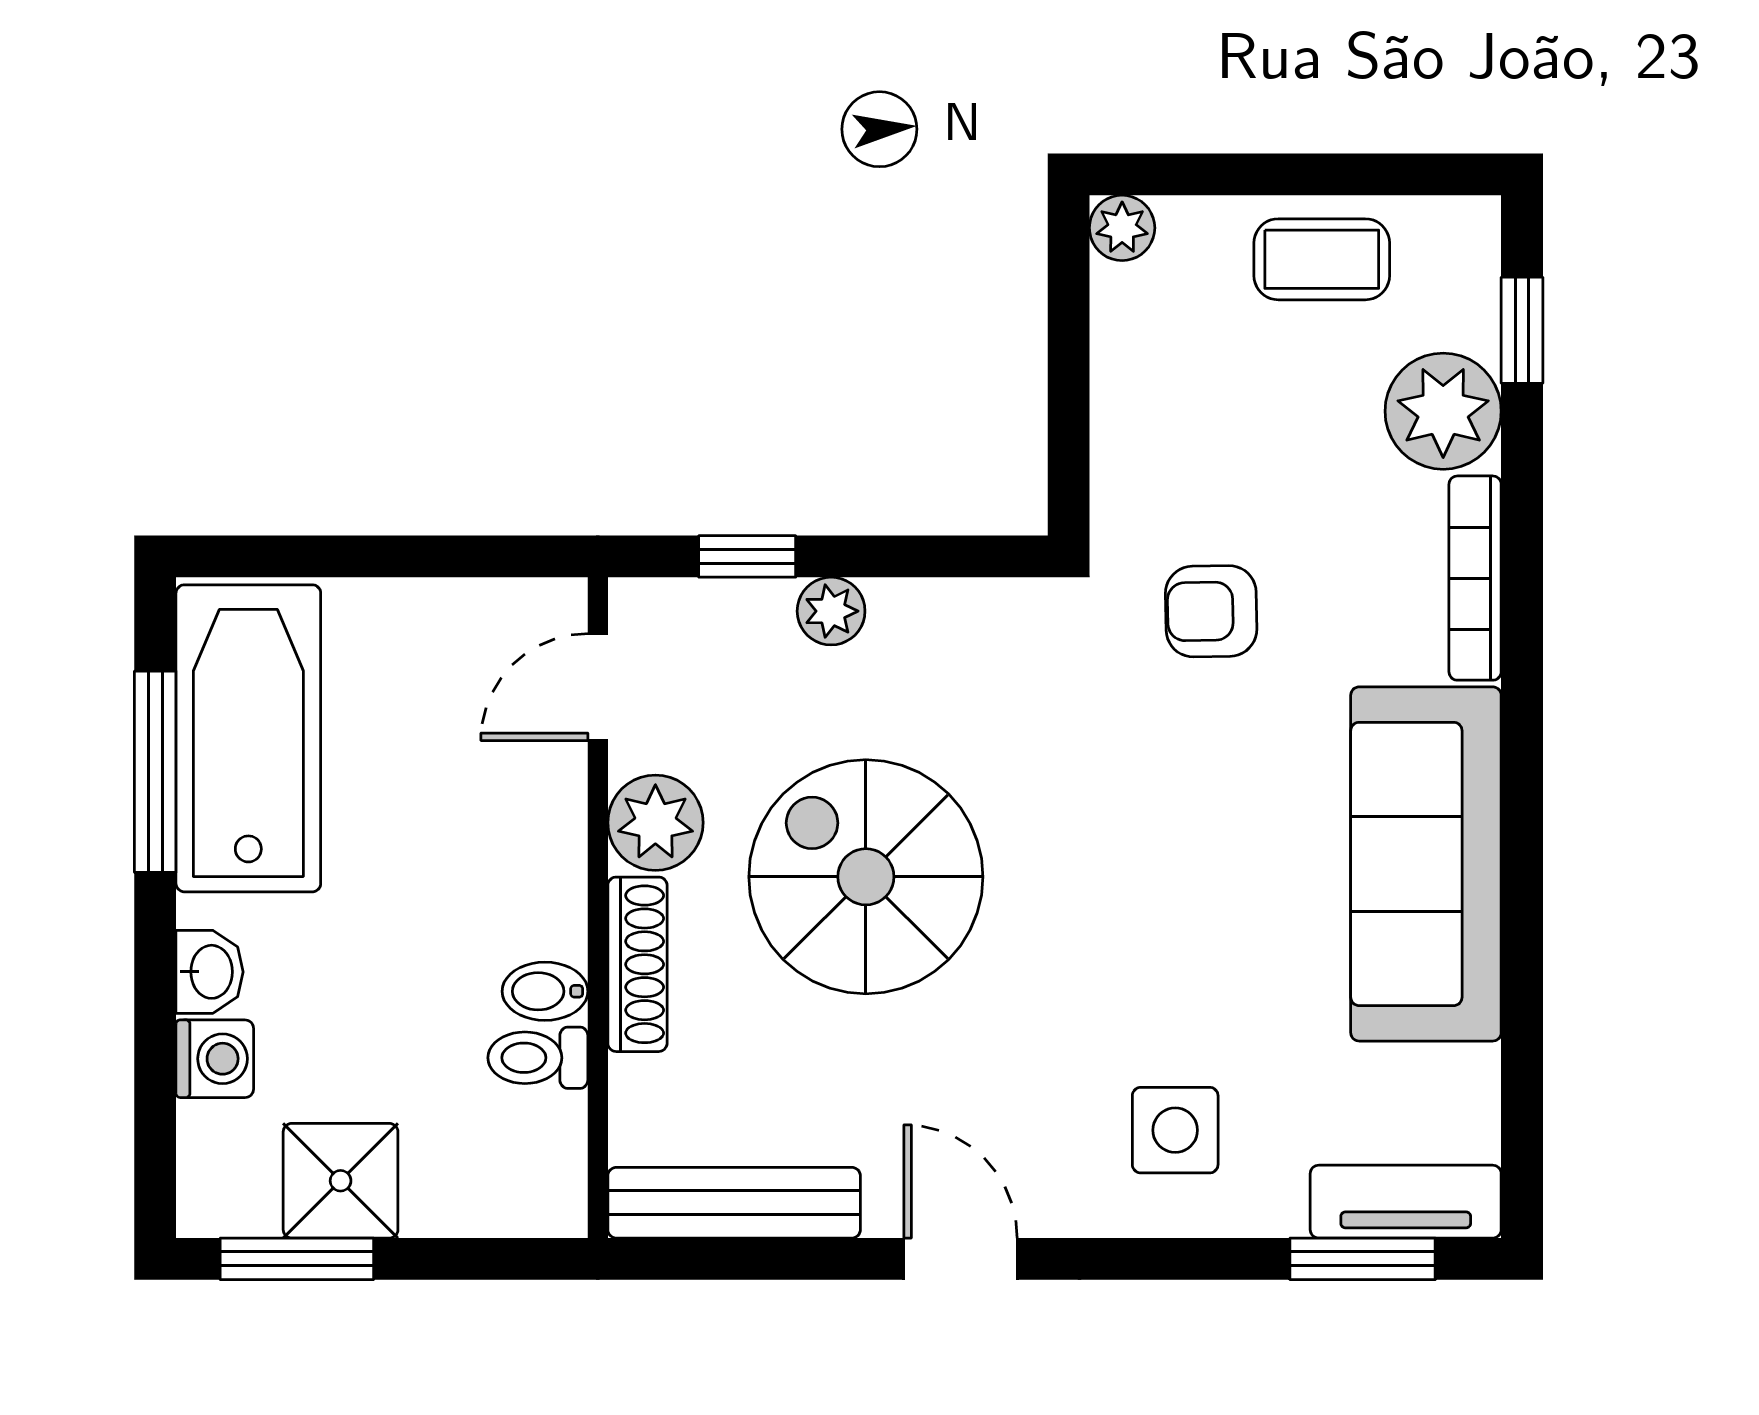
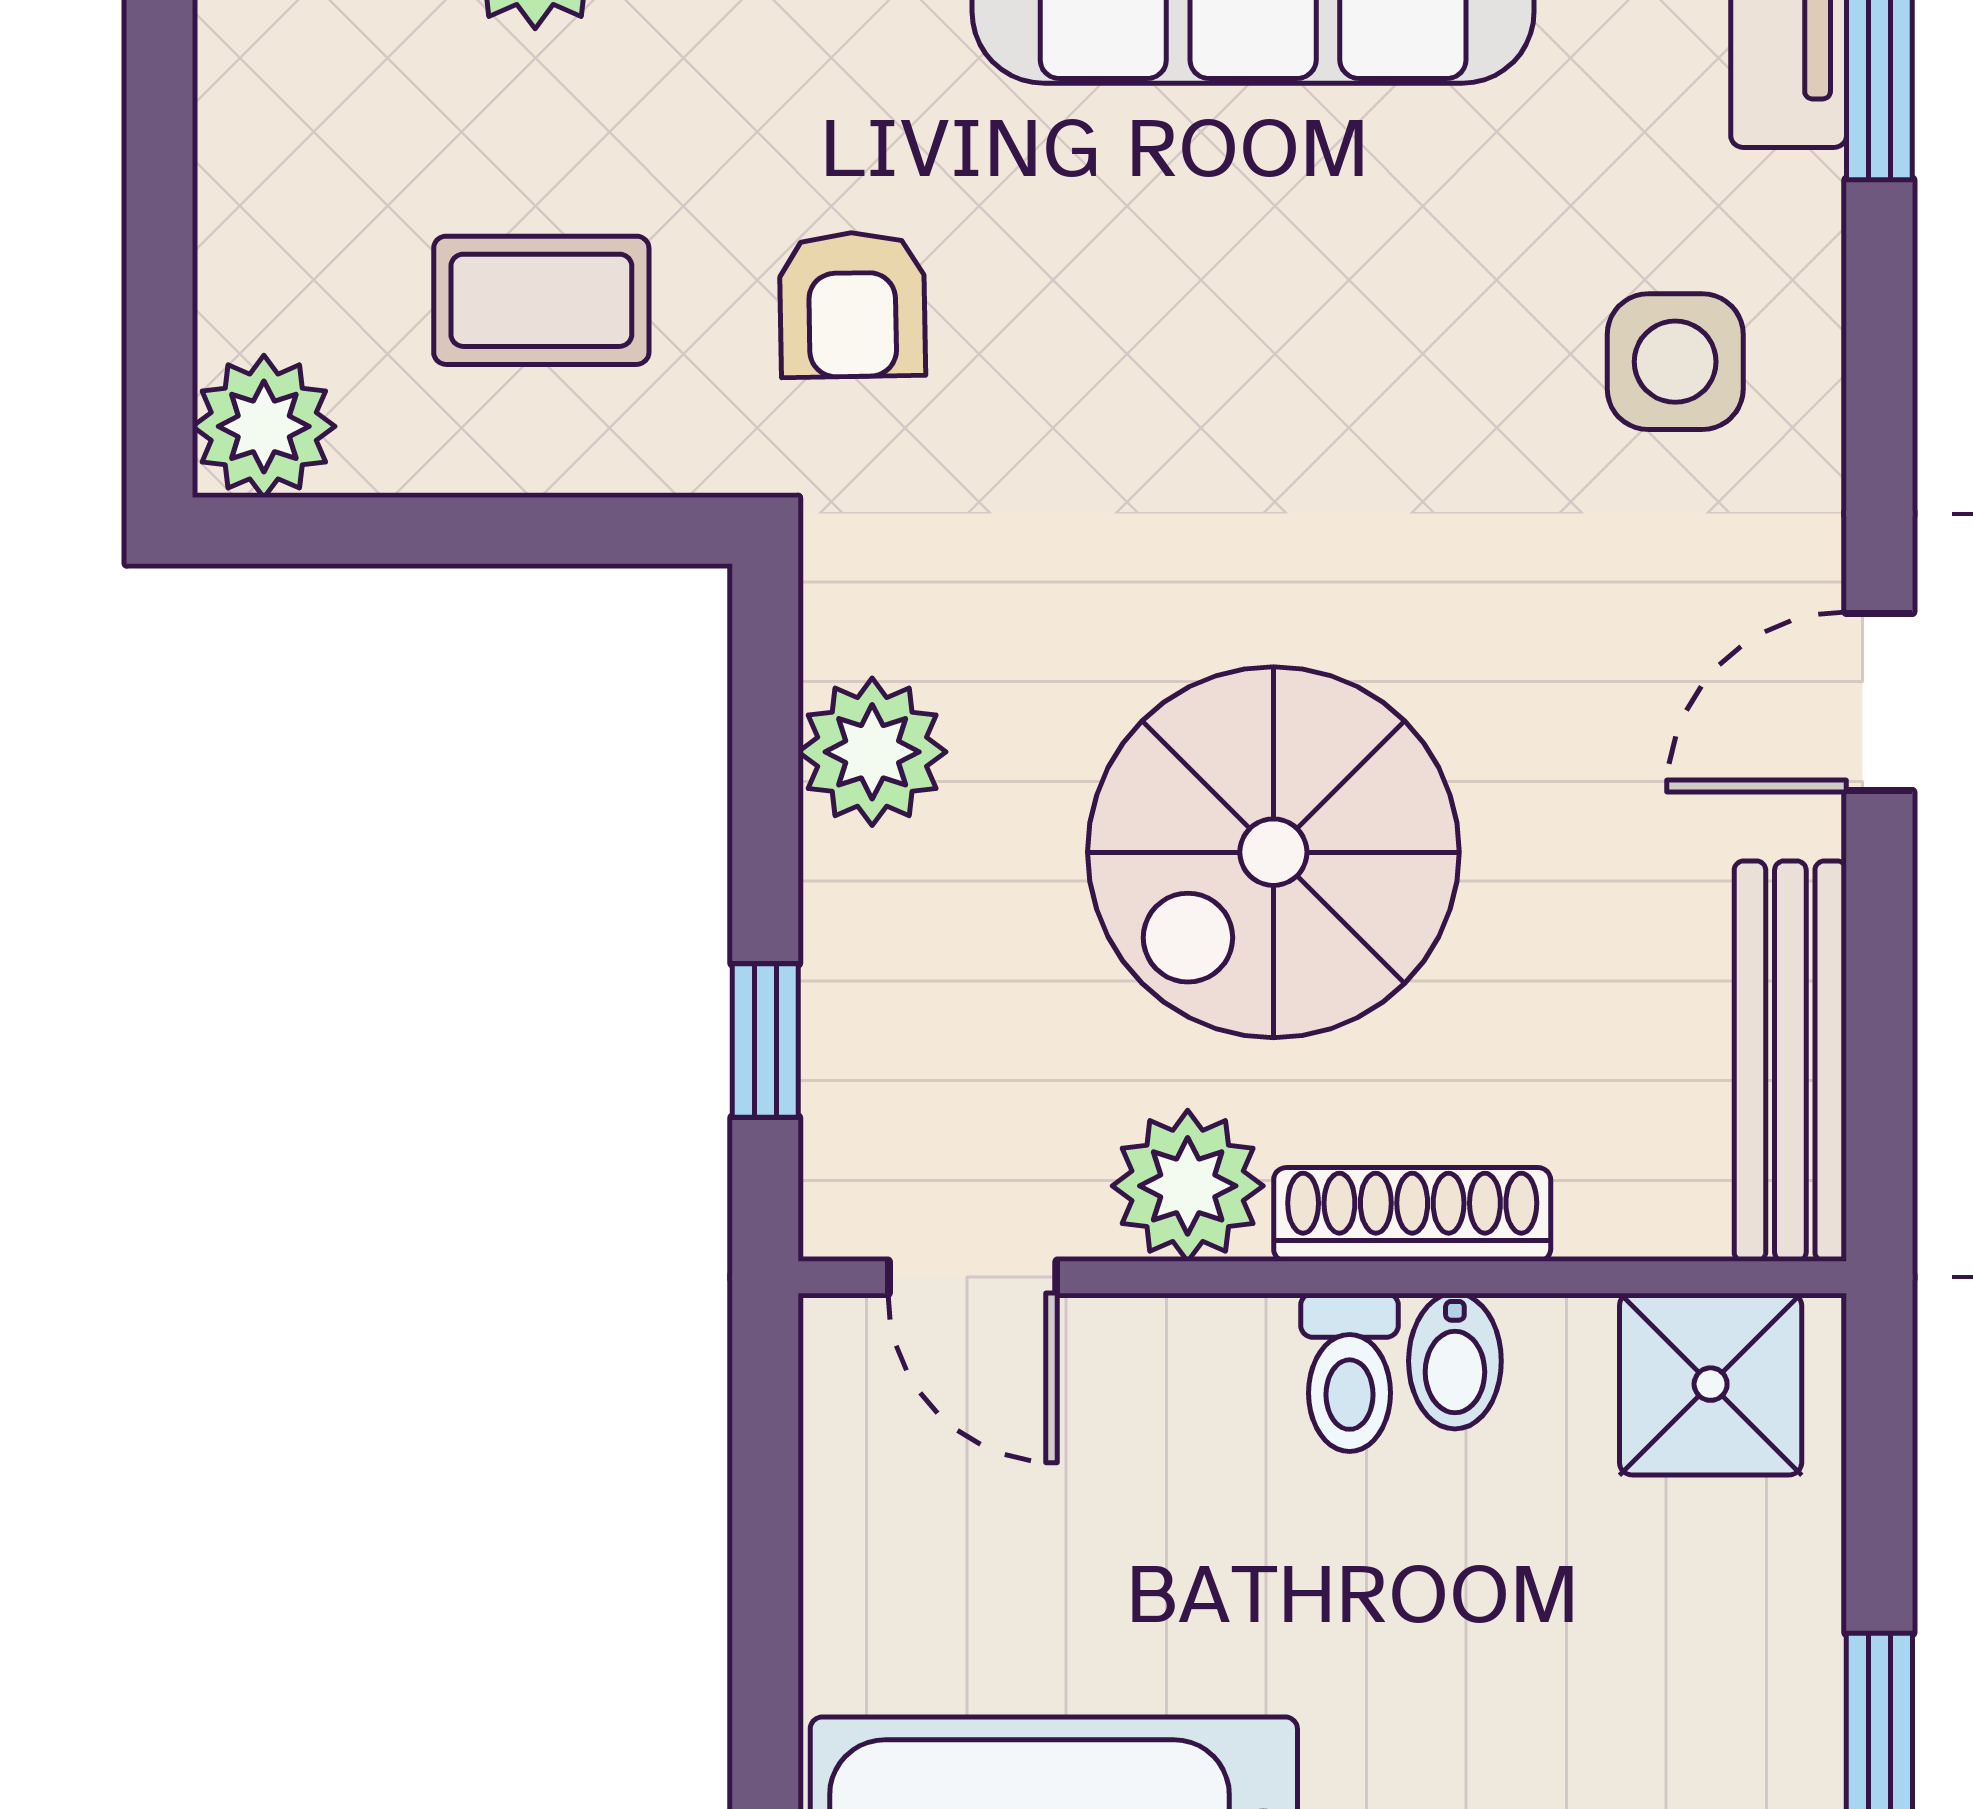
plant: (1122, 228) -> (264, 426), width x1.38, depth x1.38
coffee table: (1322, 259) -> (541, 300), moved, turned 90
plant: (831, 611) -> (872, 752), moved, width x1.38, depth x1.38
toilet: (538, 1058) -> (1350, 1372), moved
shower: (341, 1181) -> (1711, 1384), moved

